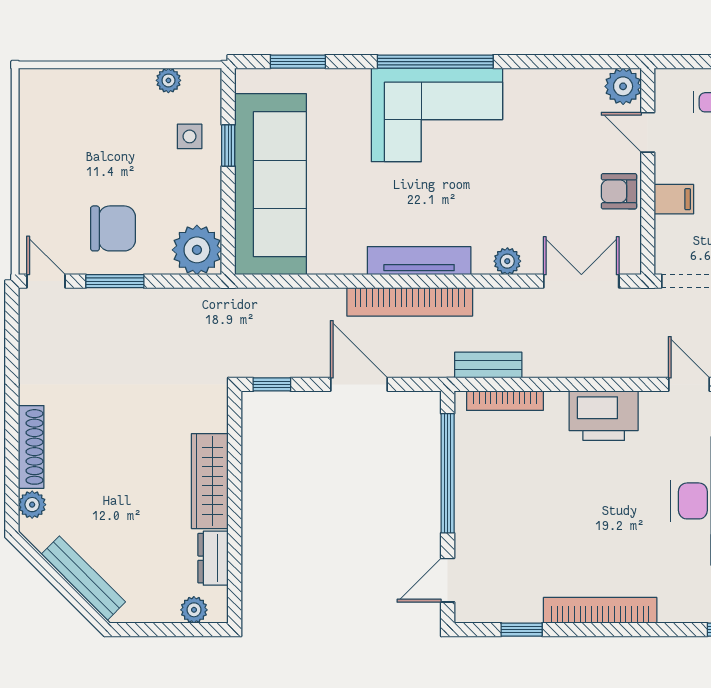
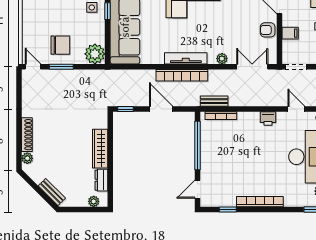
printer: (604, 416) -> (268, 119), width x0.53, depth x0.68
bench: (83, 578) -> (52, 192), width x0.73

